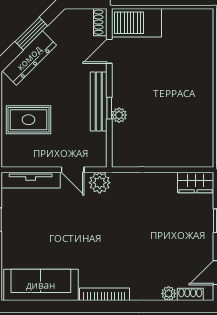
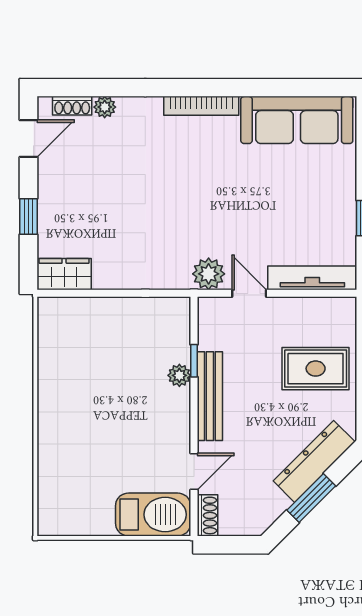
window: (109, 108) -> (194, 361), moved

